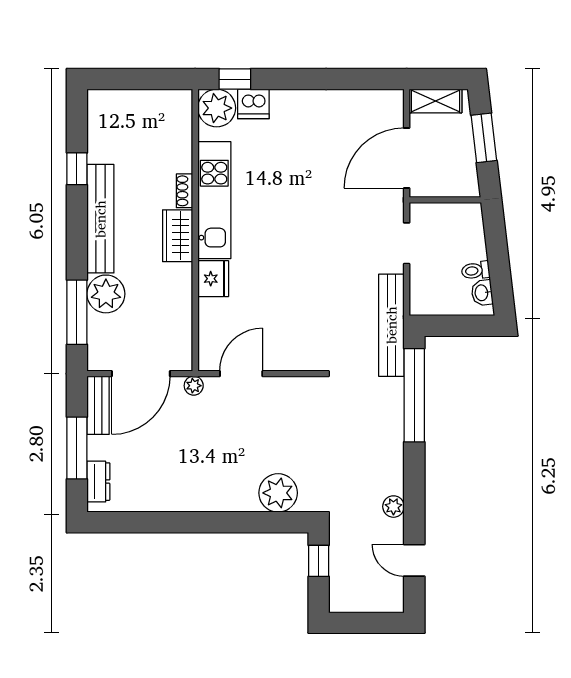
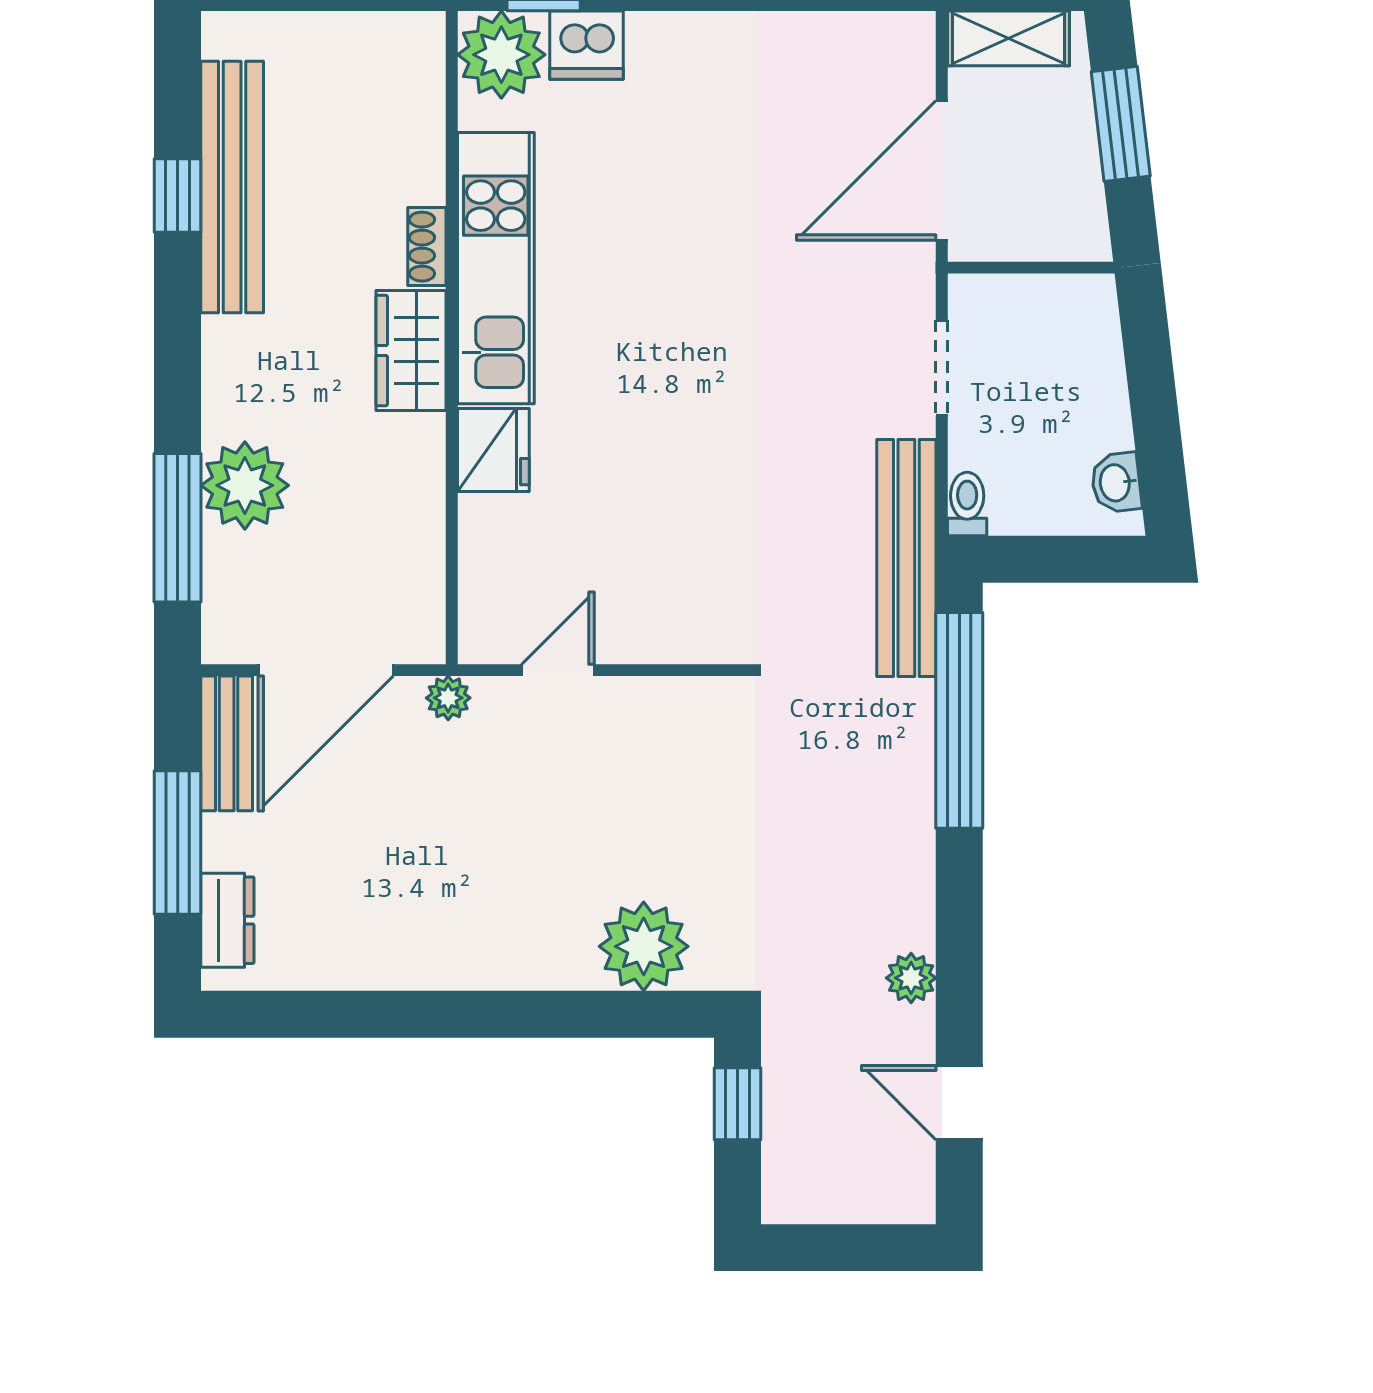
bench: (100, 219) -> (232, 187), moved
toilet: (476, 271) -> (967, 504), moved, turned 97
door: (241, 374) -> (558, 670), width x0.73

